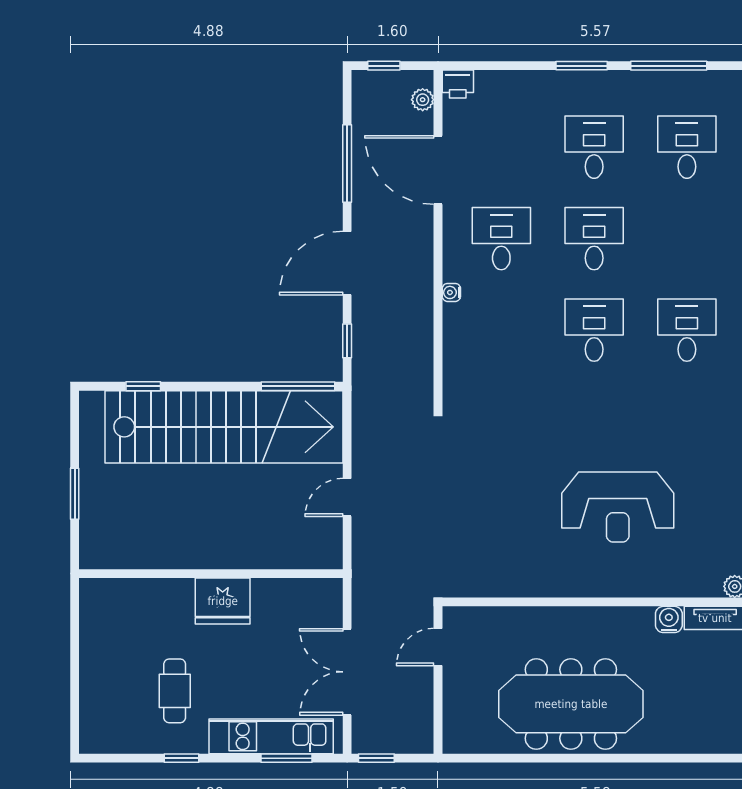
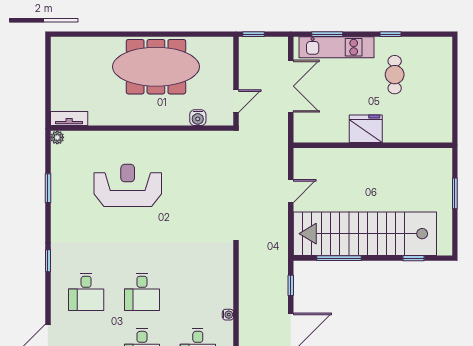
window: (298, 386) -> (339, 258), moved
water cooler: (669, 619) -> (198, 118), moved
window: (376, 758) -> (253, 34), moved

